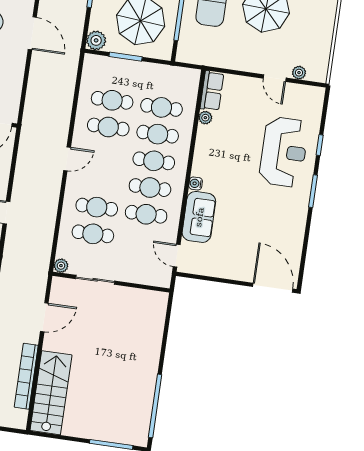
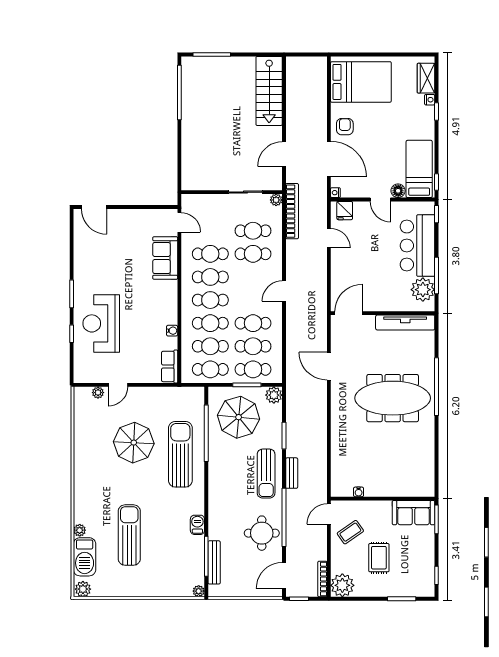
door: (32, 33) -> (329, 366), moved
cafe table: (116, 74) -> (253, 369), added
door: (275, 78) -> (118, 385), swing flipped
cafe table: (165, 81) -> (210, 369), added
plant: (205, 118) -> (172, 343), removed
water cooler: (196, 183) -> (172, 331), moved
door: (273, 288) -> (94, 207), width x0.73
bookcase: (26, 376) -> (292, 211), moved

